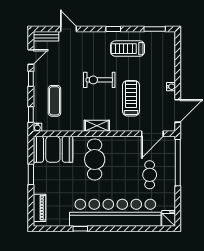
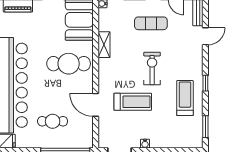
exercise mat: (54, 101) -> (151, 23), moved
shelving: (97, 126) -> (104, 45), moved
door: (152, 134) -> (96, 105), moved

